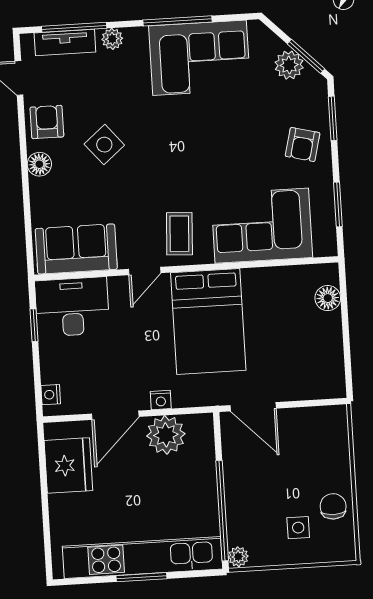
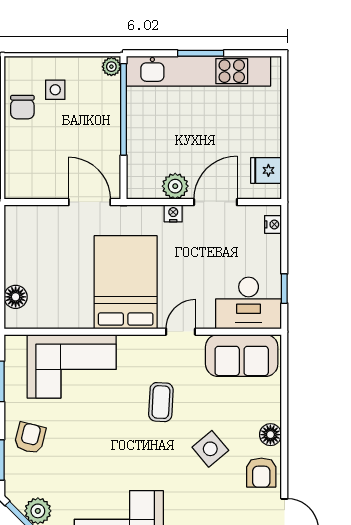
coffee table: (179, 234) -> (161, 402), moved
plant: (166, 435) -> (175, 186), width x0.73, depth x0.73
fridge: (68, 465) -> (266, 170), width x0.53, depth x0.75

